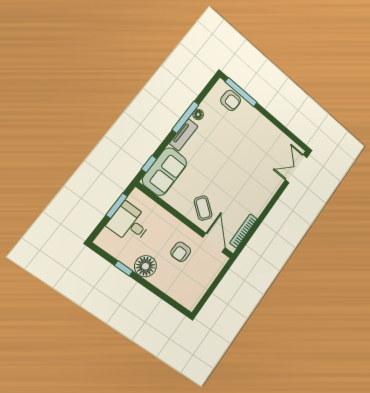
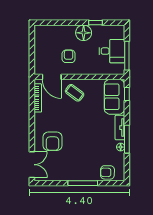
window: (241, 92) -> (83, 183), moved
armchair: (261, 176) -> (52, 141), added
window: (117, 206) -> (127, 56), width x1.44

